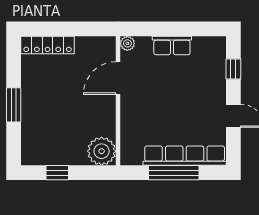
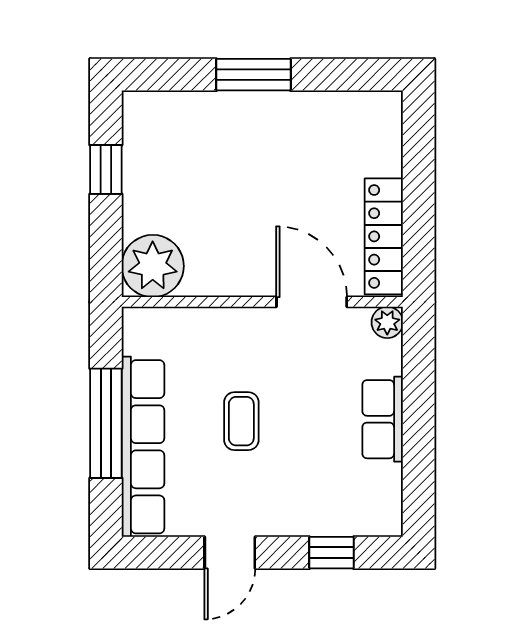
locker: (48, 45) -> (384, 236), moved
coffee table: (173, 110) -> (241, 421), added

